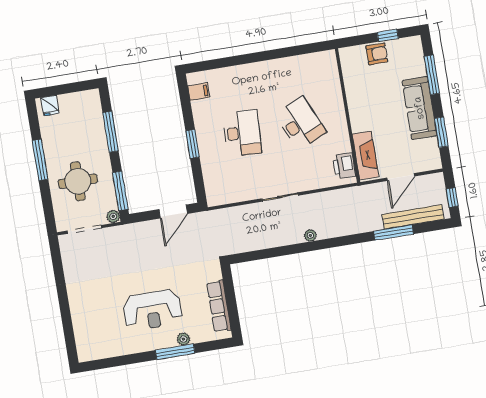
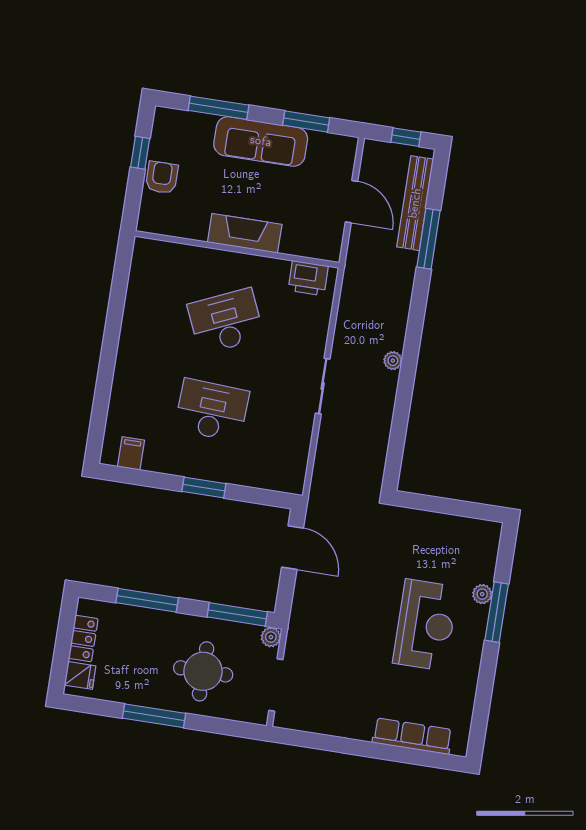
locker: (74, 100) -> (83, 639), added
fireplace: (365, 155) -> (245, 233), moved
row of seats: (219, 306) -> (412, 736), moved, turned 180

